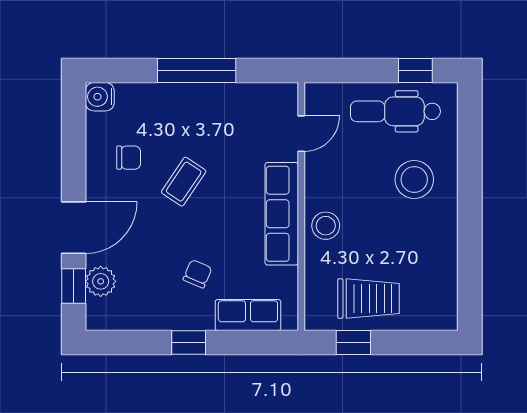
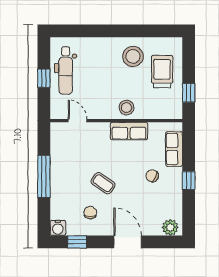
window: (415, 71) -> (44, 78), moved
stool: (414, 180) -> (133, 56), moved
row of seats: (282, 214) -> (129, 131), width x0.68
plant: (101, 281) -> (170, 227), moved
window: (74, 286) -> (77, 242), moved
trolley: (369, 299) -> (162, 72), moved

